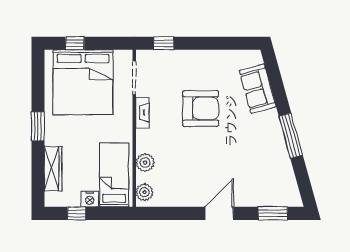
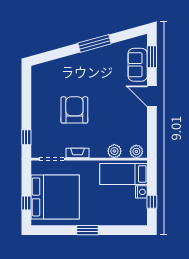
sofa: (258, 89) -> (138, 65), moved, turned 105
wardrobe: (53, 169) -> (119, 219), removed

